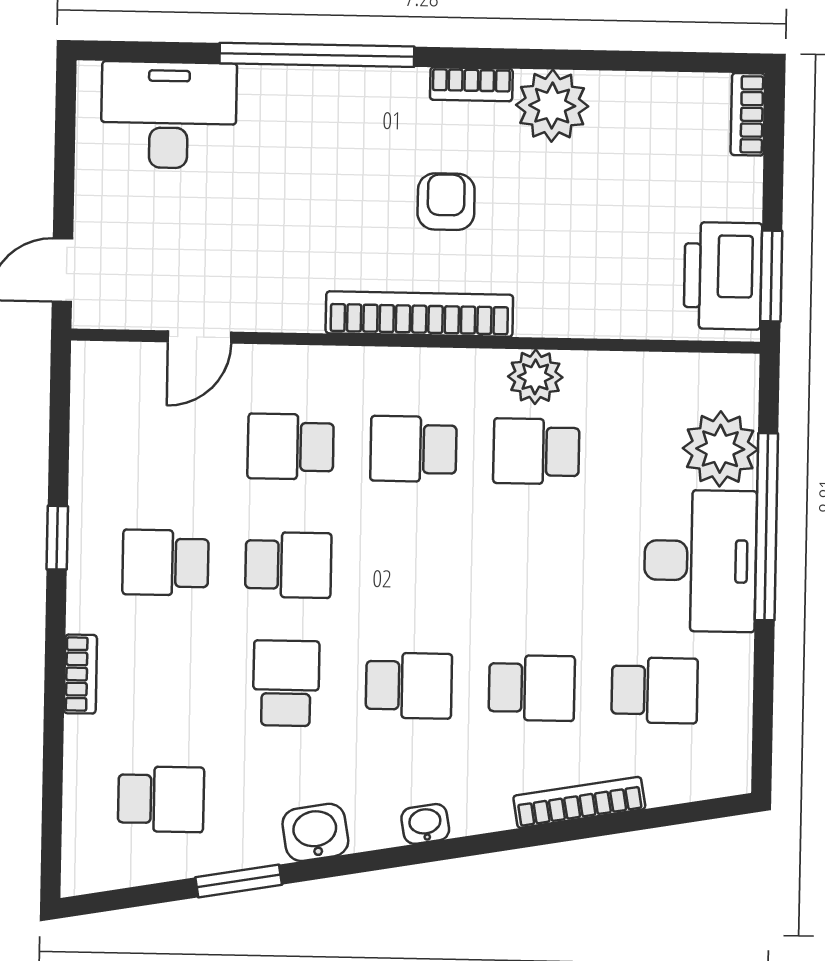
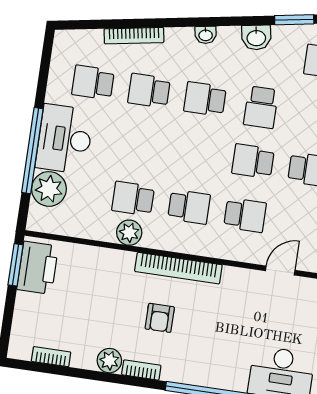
plant: (552, 106) -> (109, 361), width x0.73, depth x0.73
bookcase: (748, 114) -> (51, 357), moved, turned -90
school desk: (536, 451) -> (133, 199), turned 180

